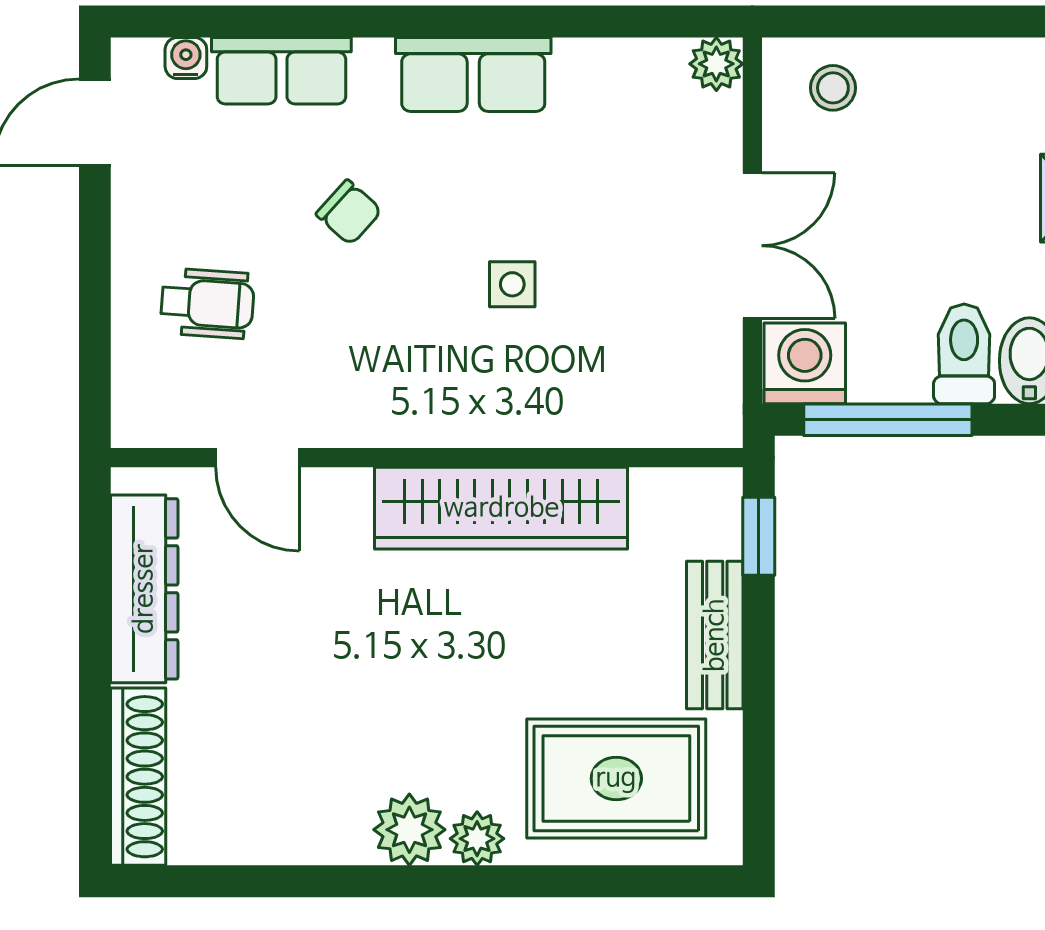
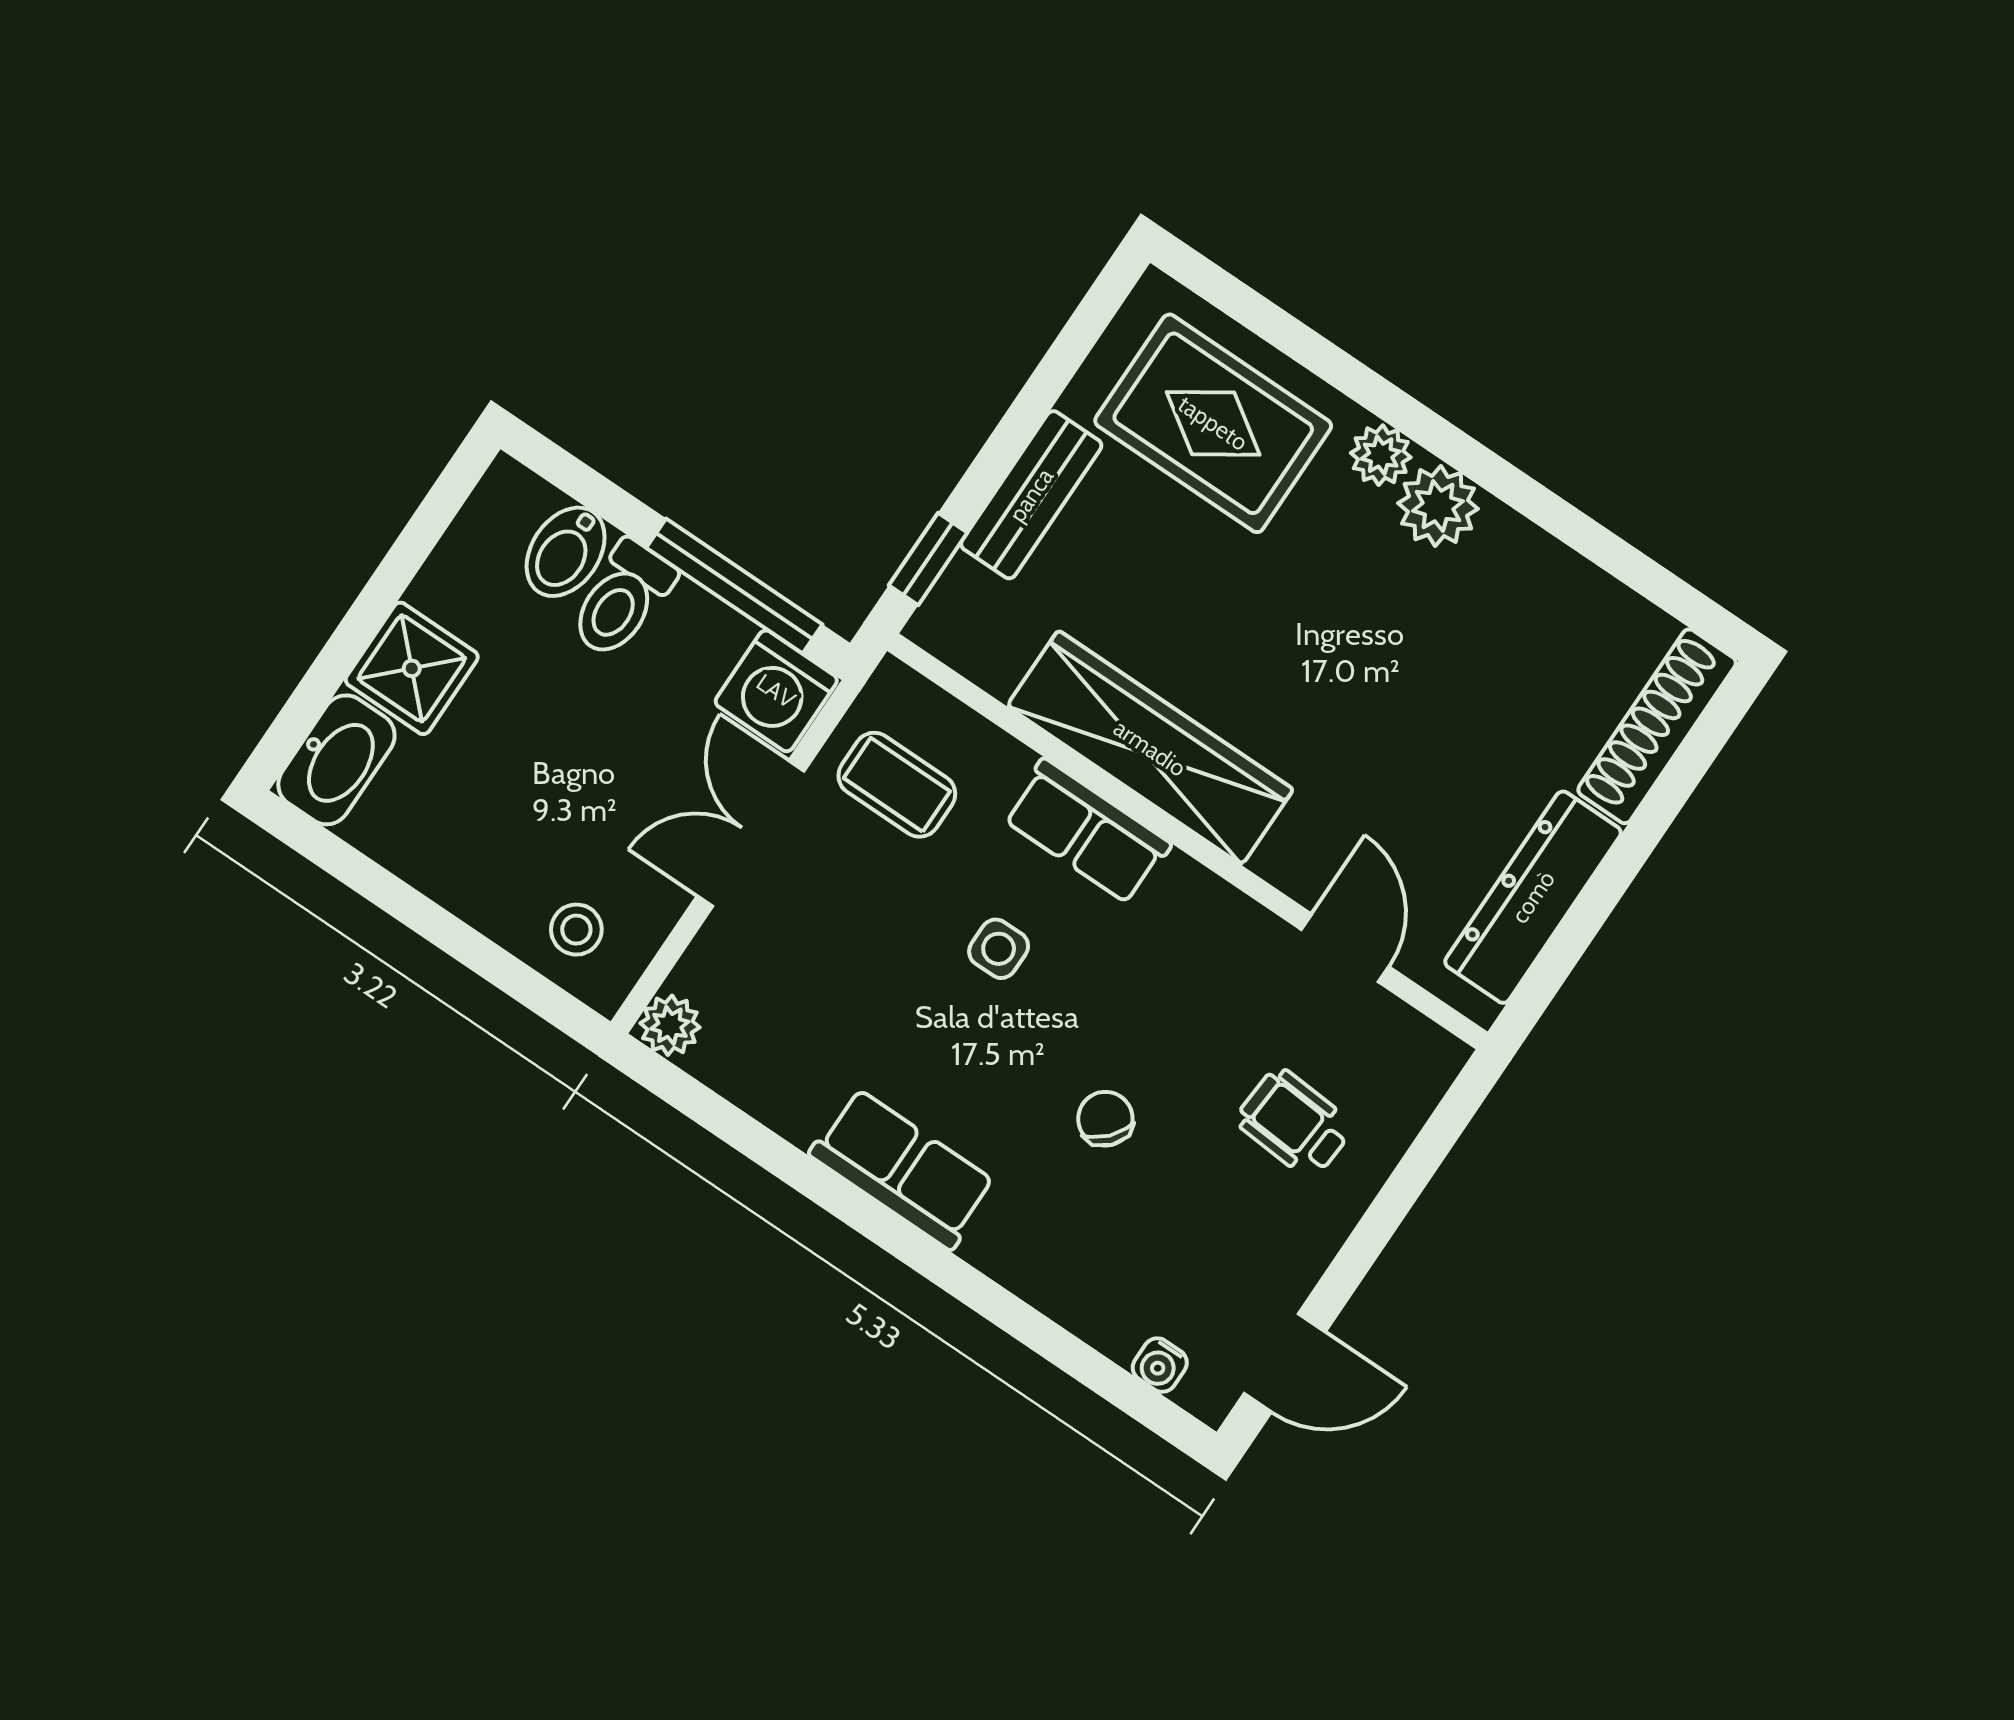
row of seats: (281, 71) -> (1087, 831), moved, turned 180
coffee table: (669, 354) -> (897, 785), added

